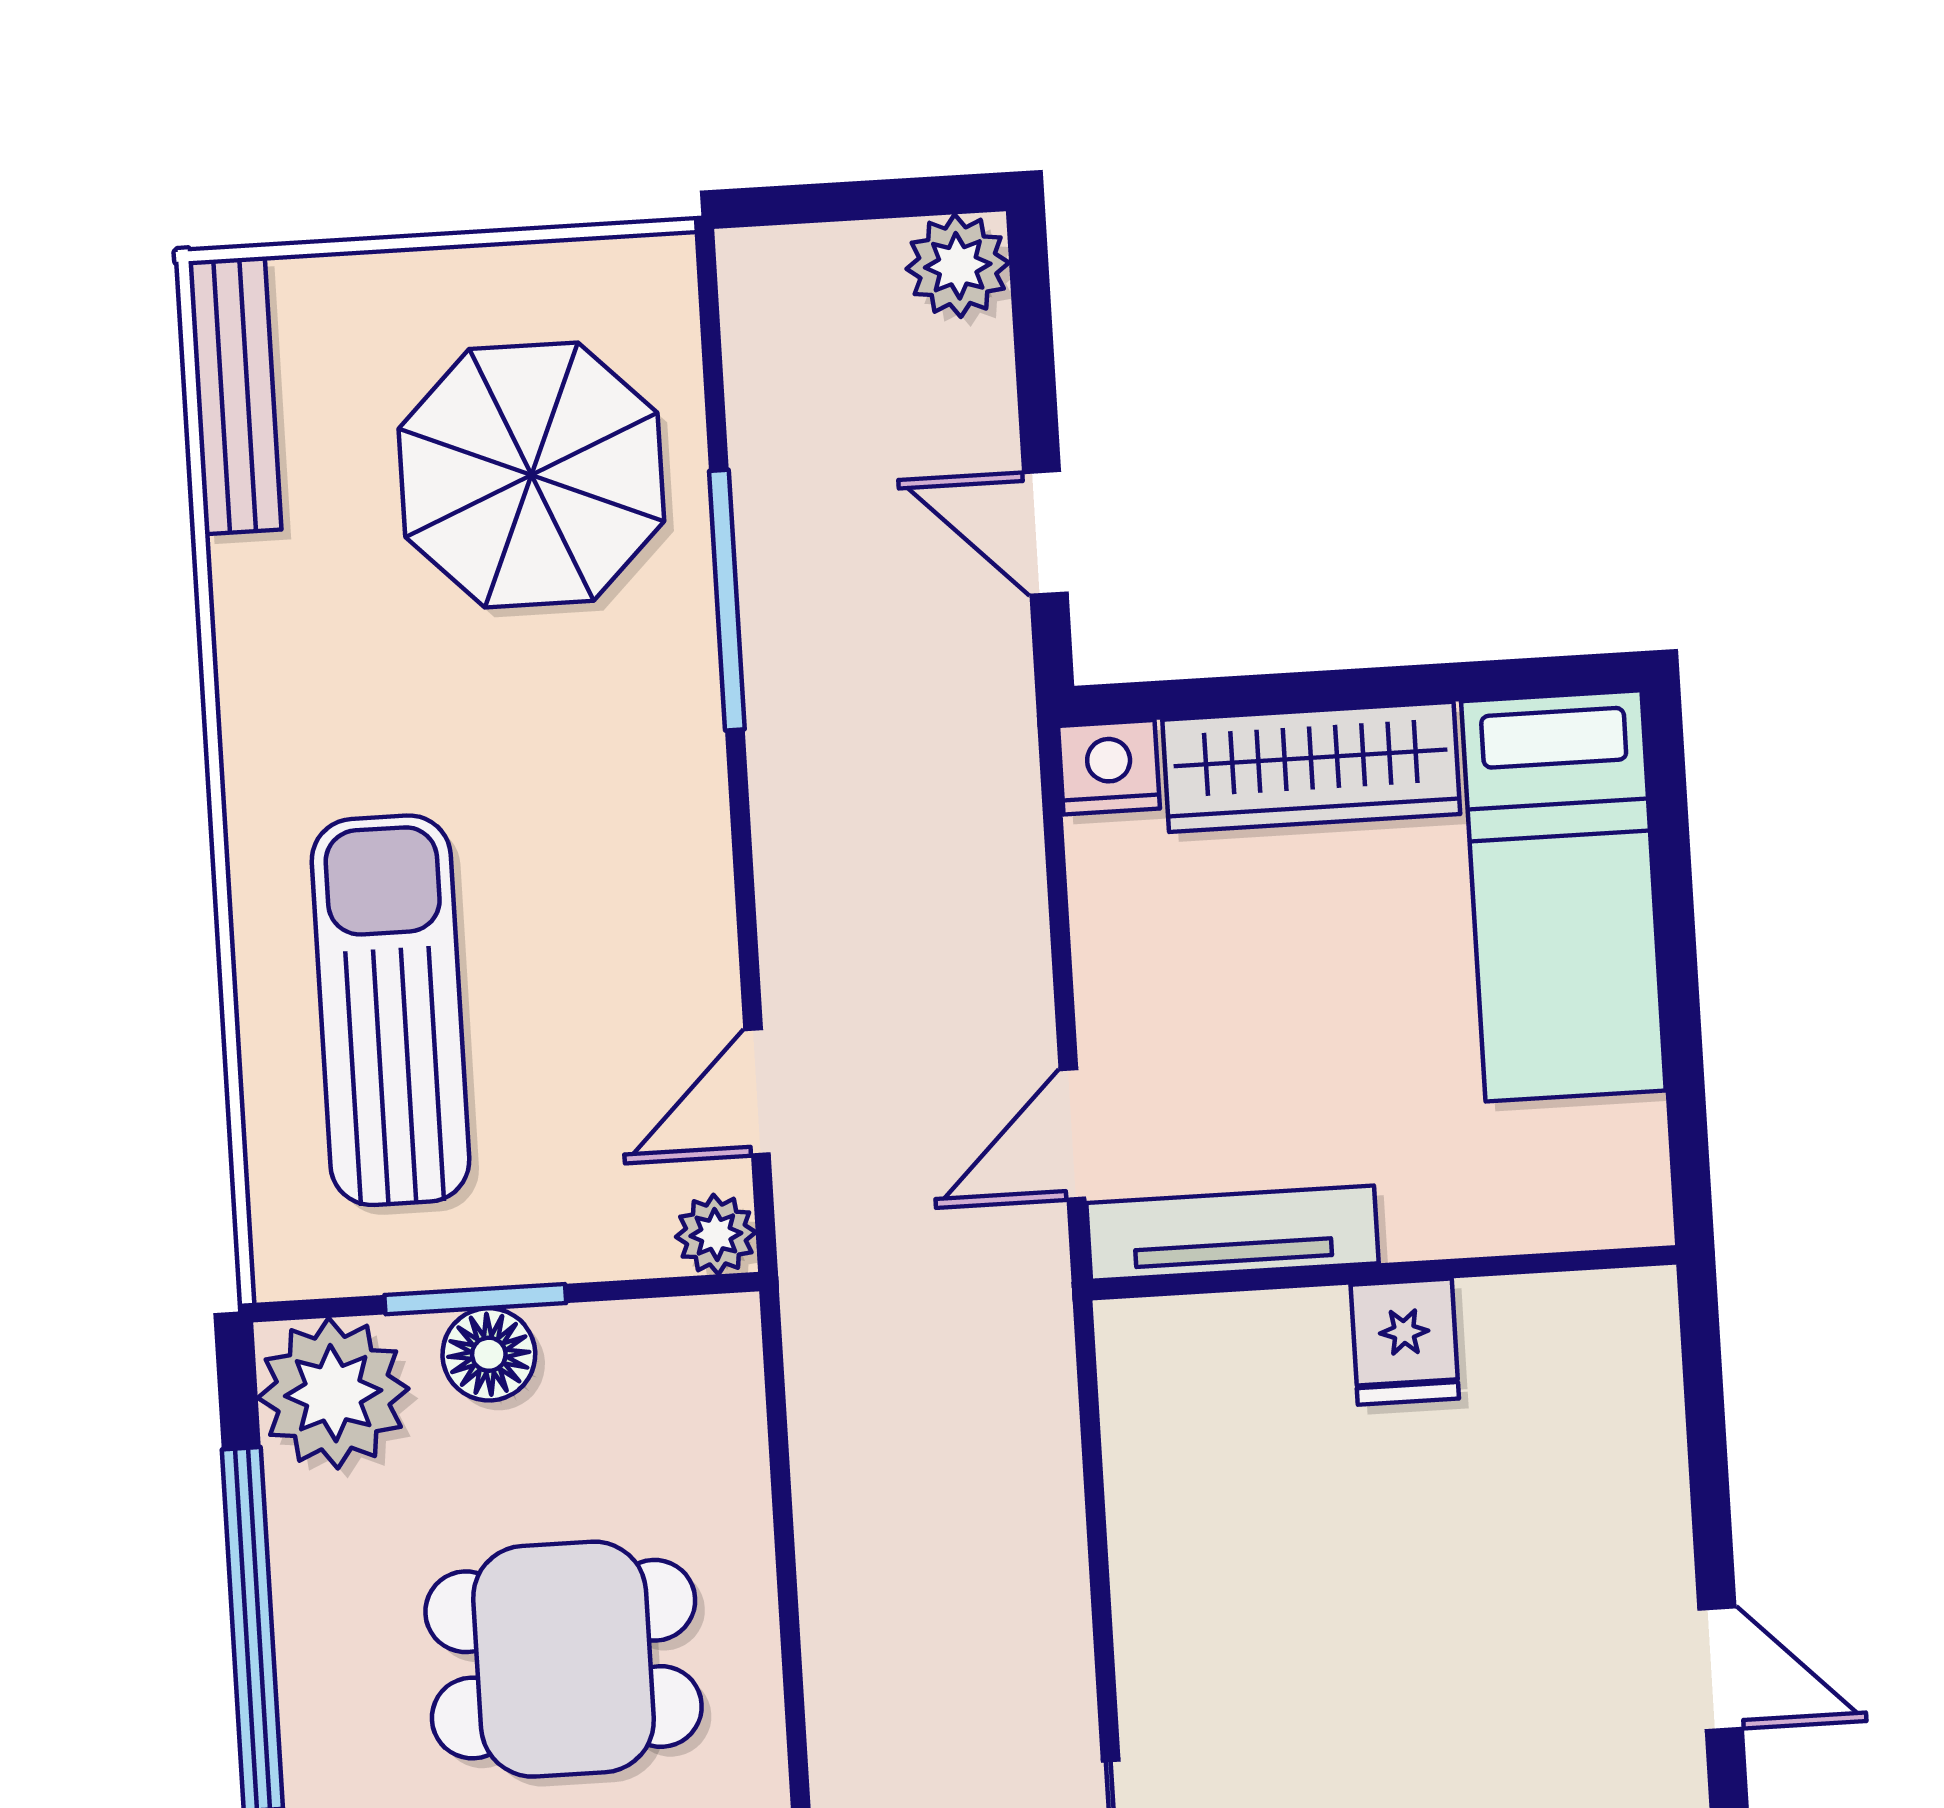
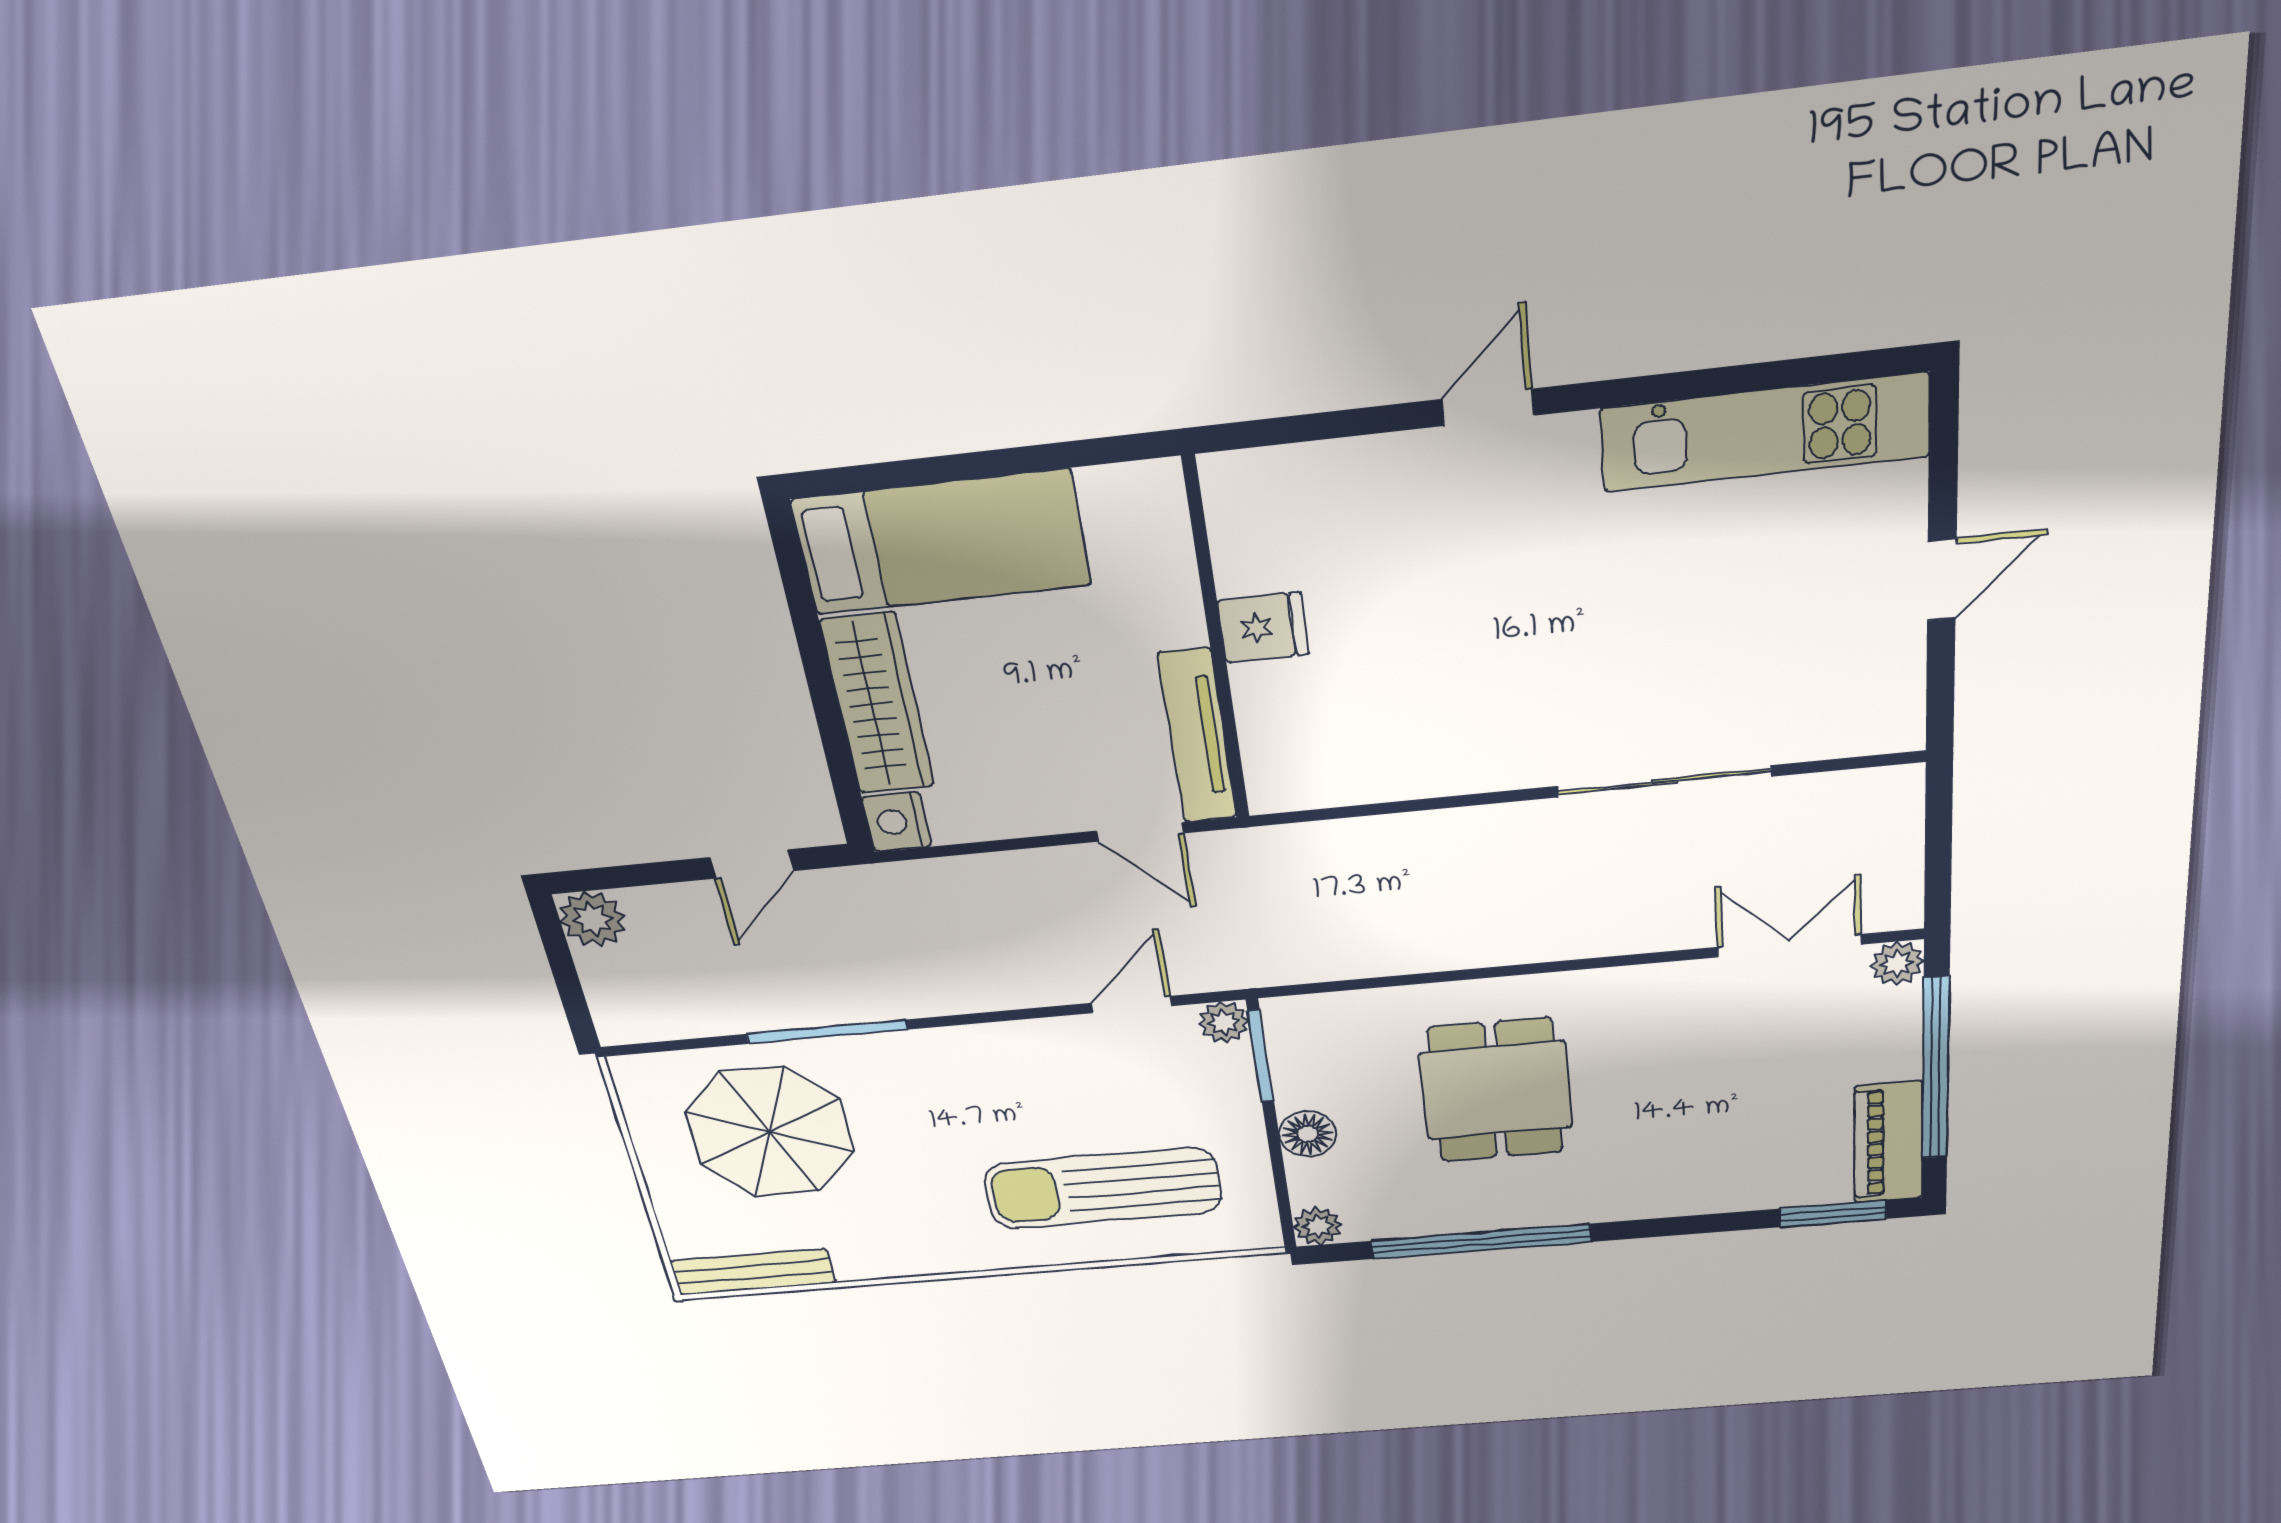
door: (757, 1092) -> (1132, 1005), swing flipped
window: (475, 1299) -> (1261, 1056), moved
plant: (333, 1393) -> (1318, 1226), width x0.53, depth x0.53

